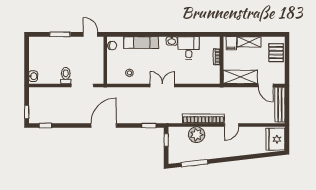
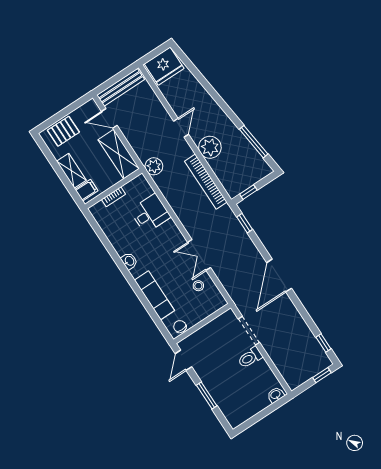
desk: (189, 48) -> (150, 214), moved, turned 180
double door: (162, 85) -> (199, 255), moved
door: (266, 85) -> (109, 118), swing flipped
plant: (219, 93) -> (154, 166), added
bookcase: (203, 119) -> (206, 182), moved
door: (104, 125) -> (279, 276), hinge flipped
door: (232, 125) -> (181, 128), hinge flipped
plant: (197, 135) -> (210, 147), moved

